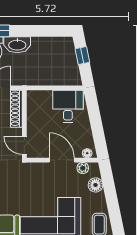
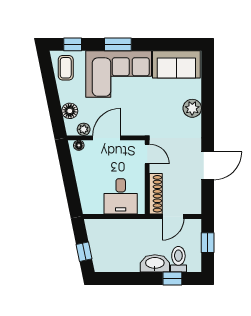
desk: (68, 106) -> (121, 196), moved
door: (62, 160) -> (106, 138), swing flipped

